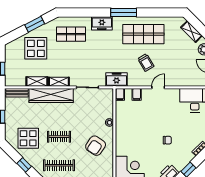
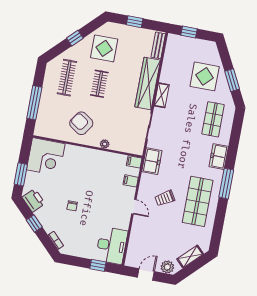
shelving: (37, 82) -> (167, 70), removed

